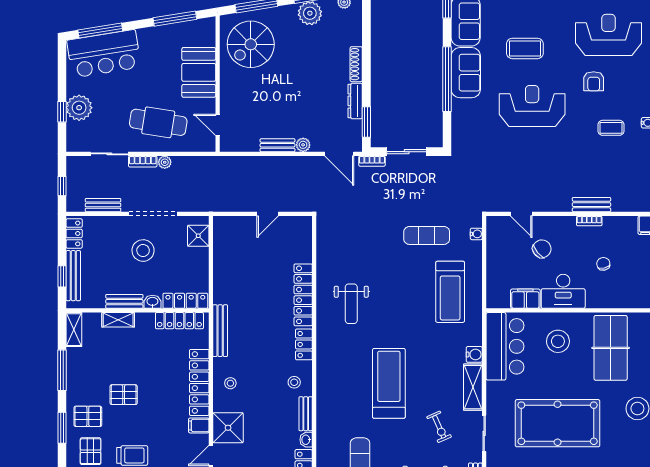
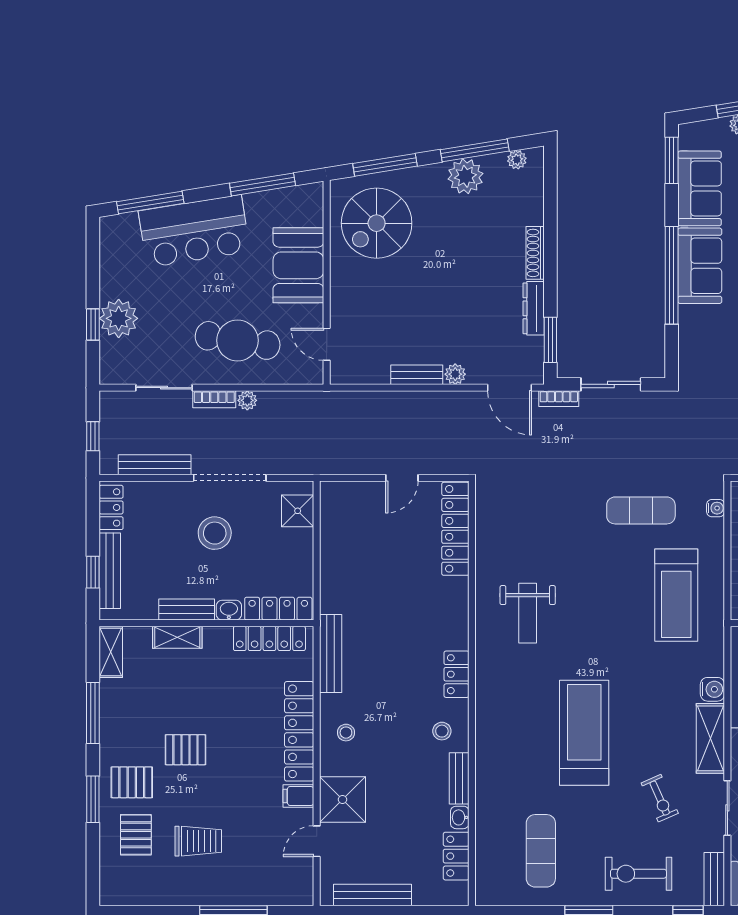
bar counter: (104, 54) -> (194, 231), moved
bench: (103, 205) -> (155, 465), width x1.36
locker: (303, 295) -> (455, 529), moved

